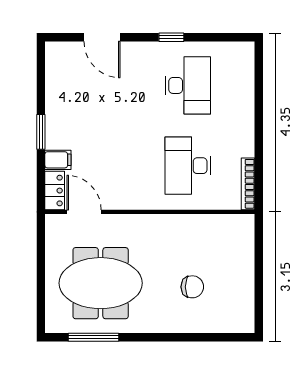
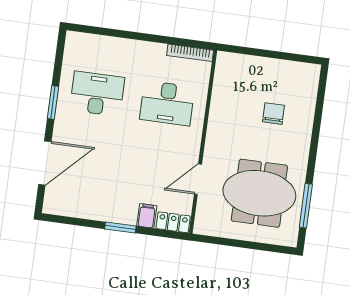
door: (102, 37) -> (45, 163), width x1.36
window: (171, 37) -> (53, 102), width x1.50
door: (84, 212) -> (198, 179), moved
meeting table: (101, 283) -> (259, 193), turned 90

